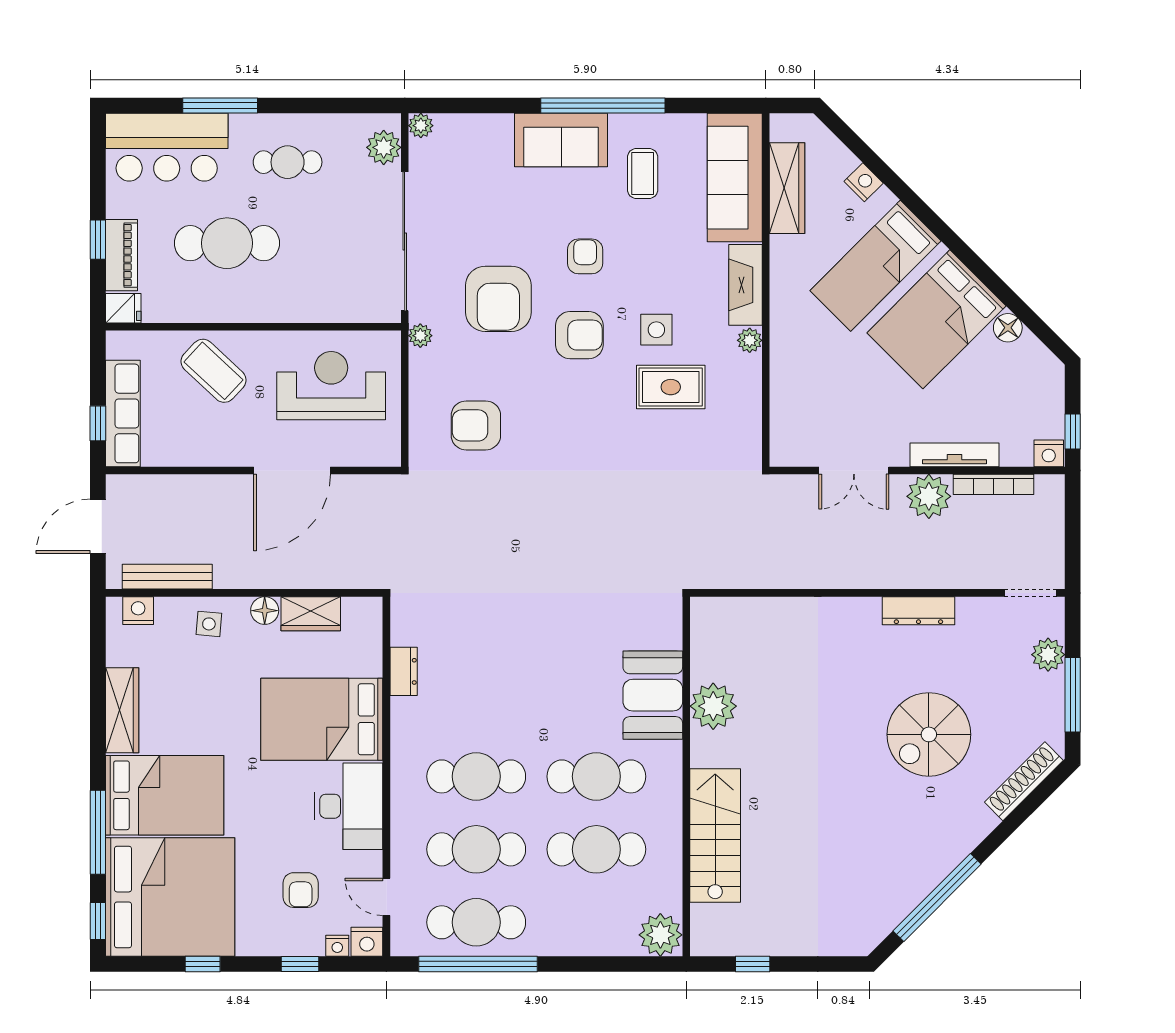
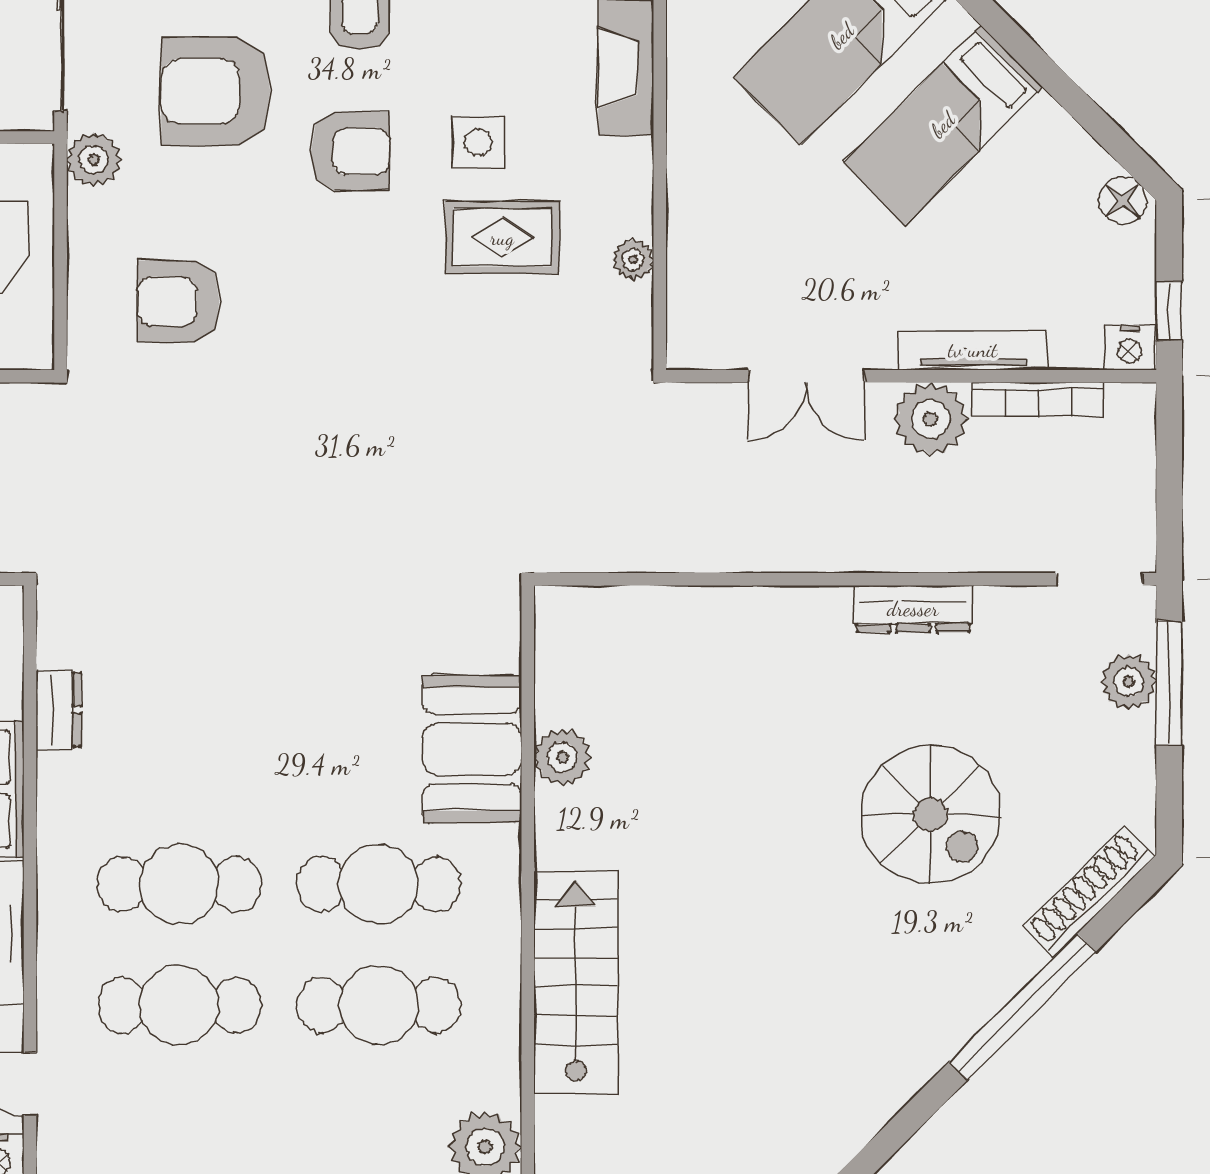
armchair: (498, 299) -> (216, 91), turned 90
bed: (936, 319) -> (943, 125), width x0.67
floor lamp: (1008, 328) -> (1123, 200), moved
plant: (420, 336) -> (94, 160), width x1.38, depth x1.38
plant: (750, 340) -> (633, 259), moved
window: (1073, 695) -> (1169, 684), moved
plant: (713, 706) -> (562, 757), width x0.73, depth x0.73
spiral stairs: (929, 734) -> (931, 814), turned -90
window: (937, 898) -> (1022, 1007), moved
cafe table: (476, 922) -> (179, 1126), removed

